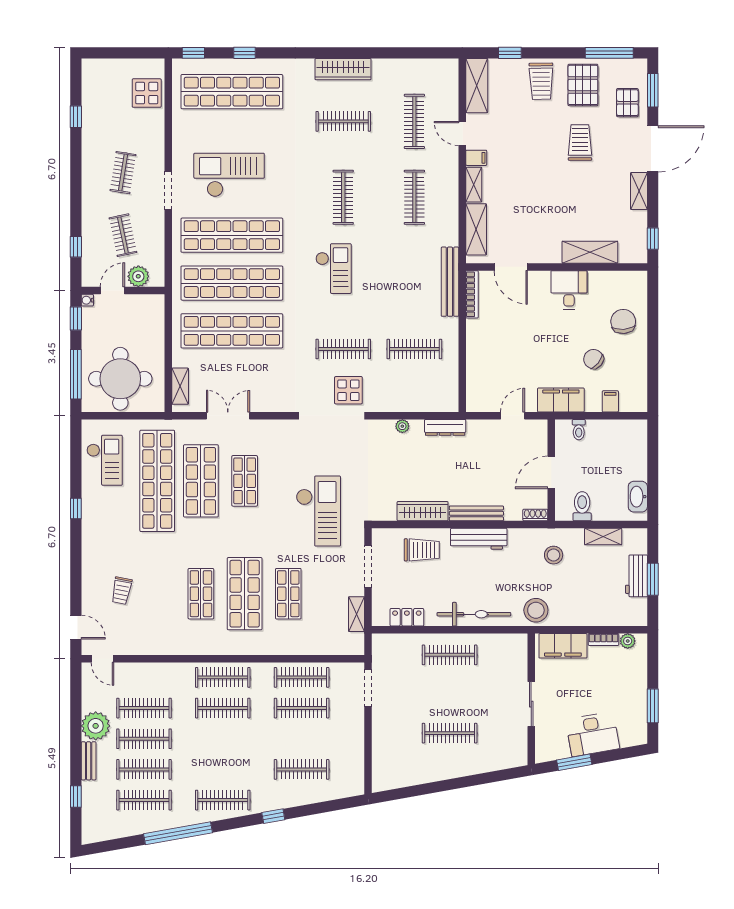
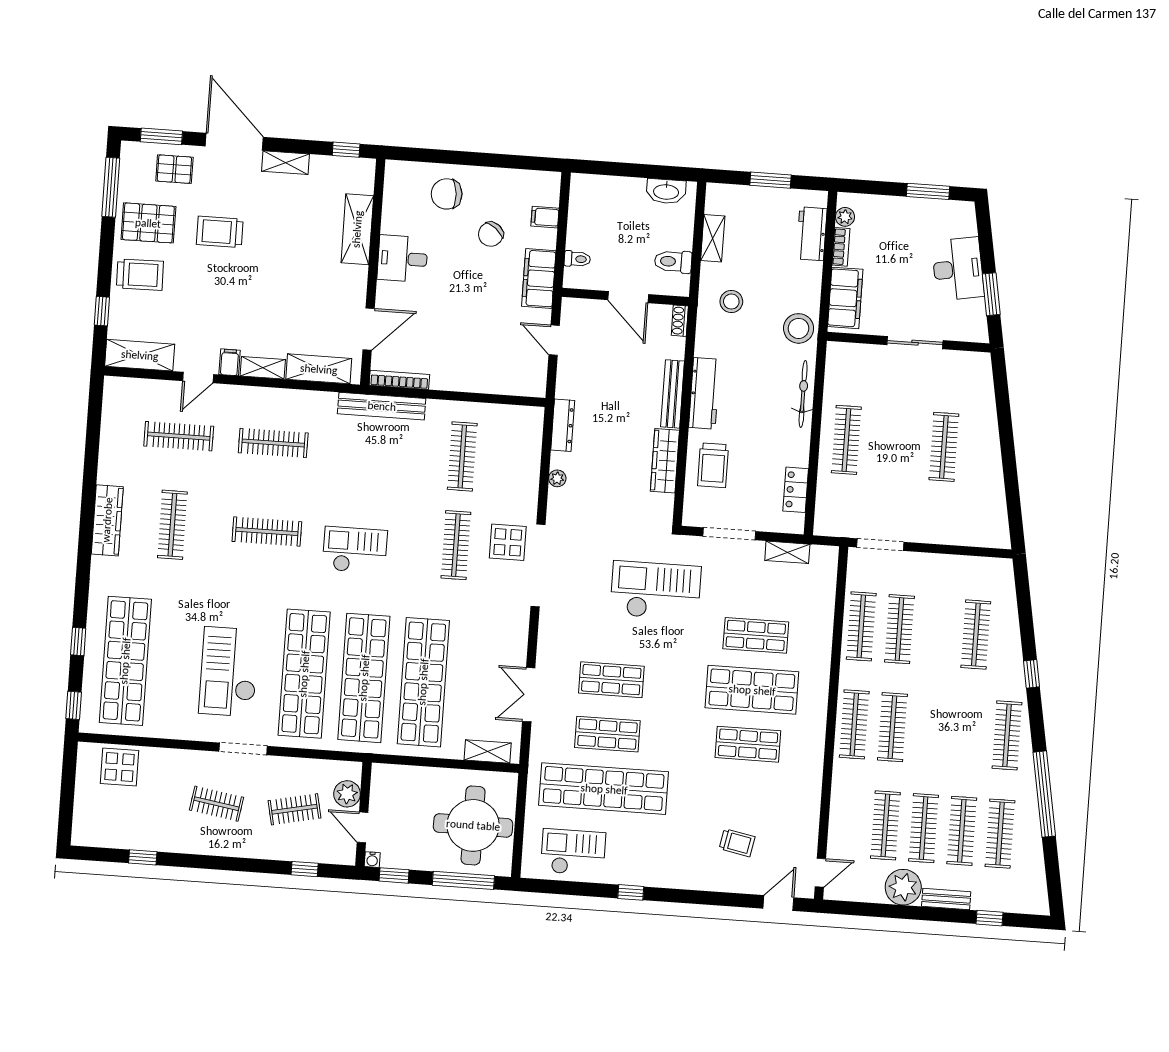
shop shelf: (201, 481) -> (607, 734), width x0.70, depth x0.74
trolley: (422, 550) -> (713, 465), turned 180
workbench: (636, 576) -> (812, 234), moved, turned 90
bicycle: (474, 614) -> (803, 394), width x0.73, depth x0.71

